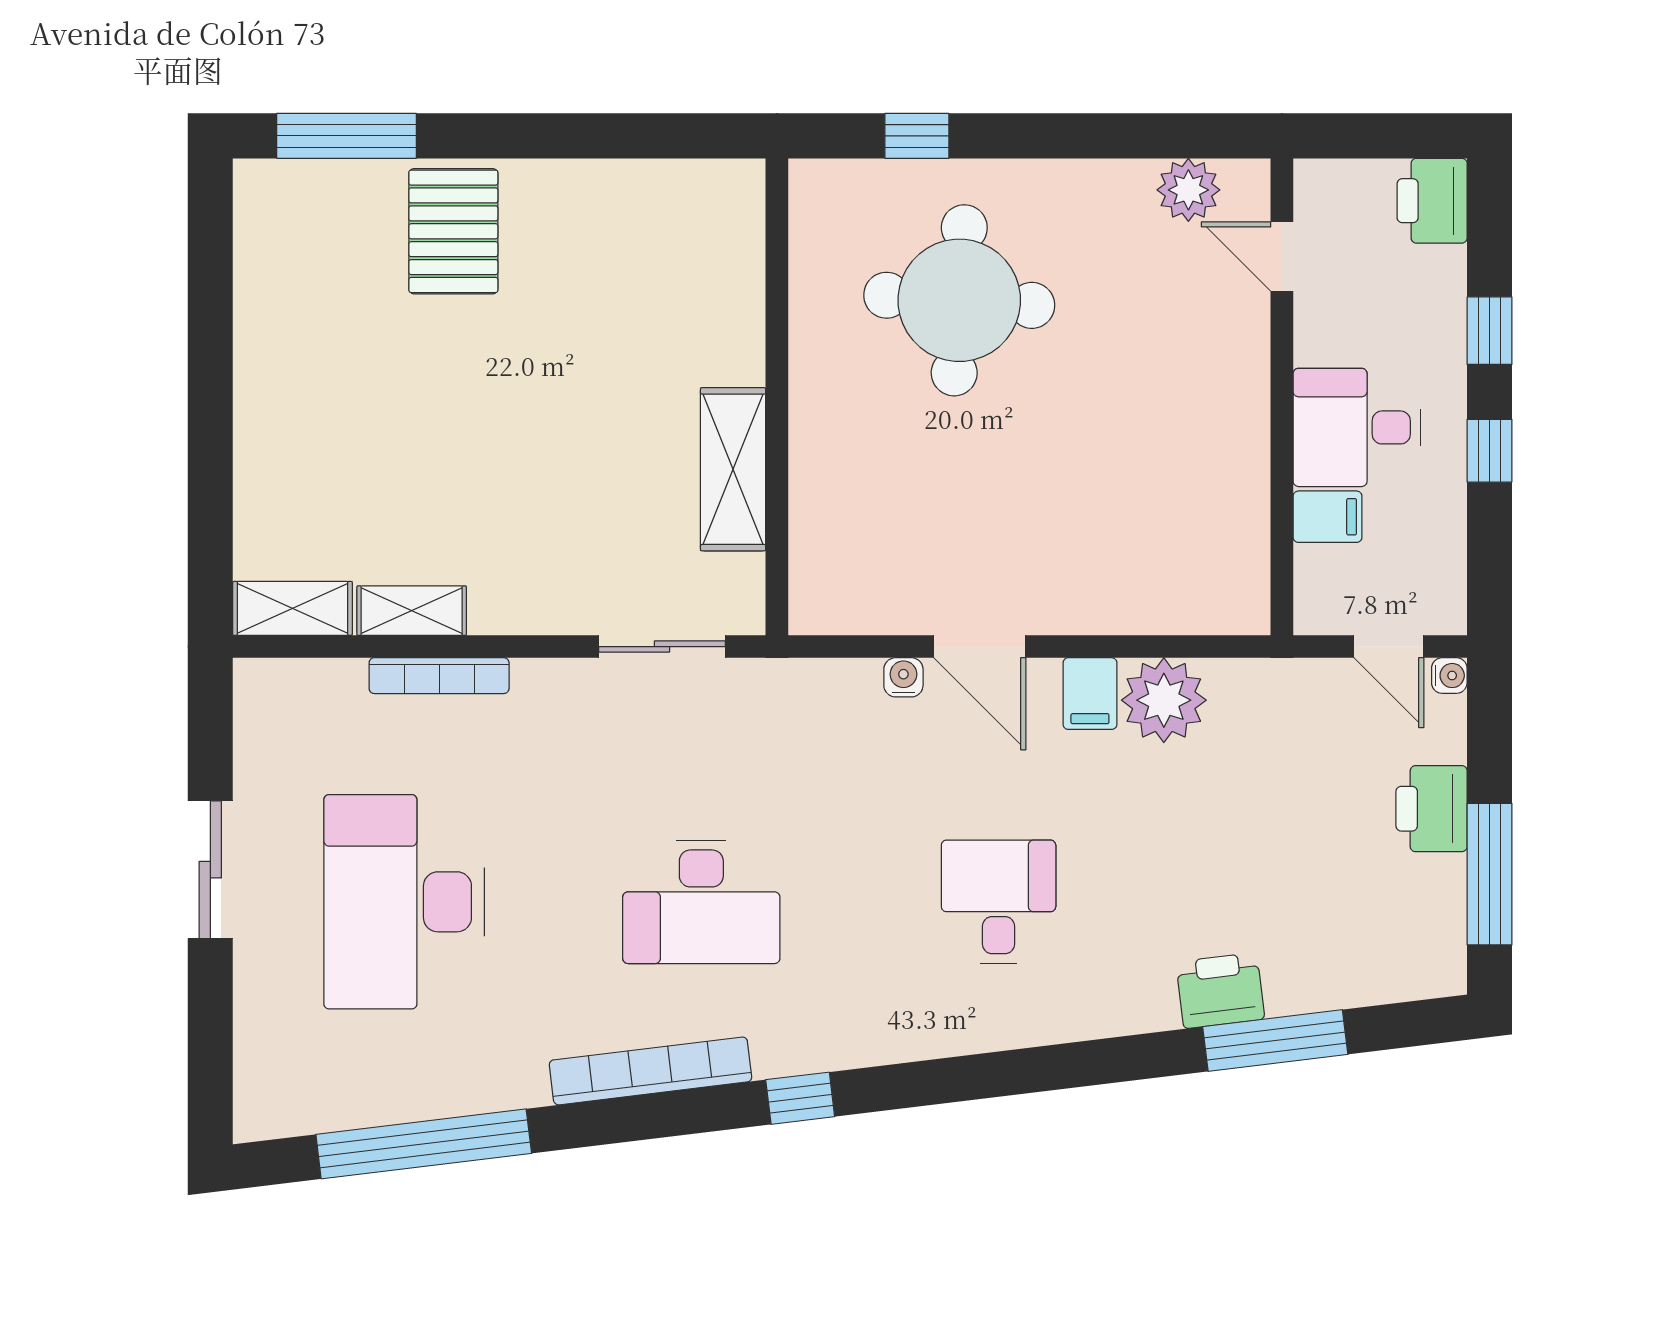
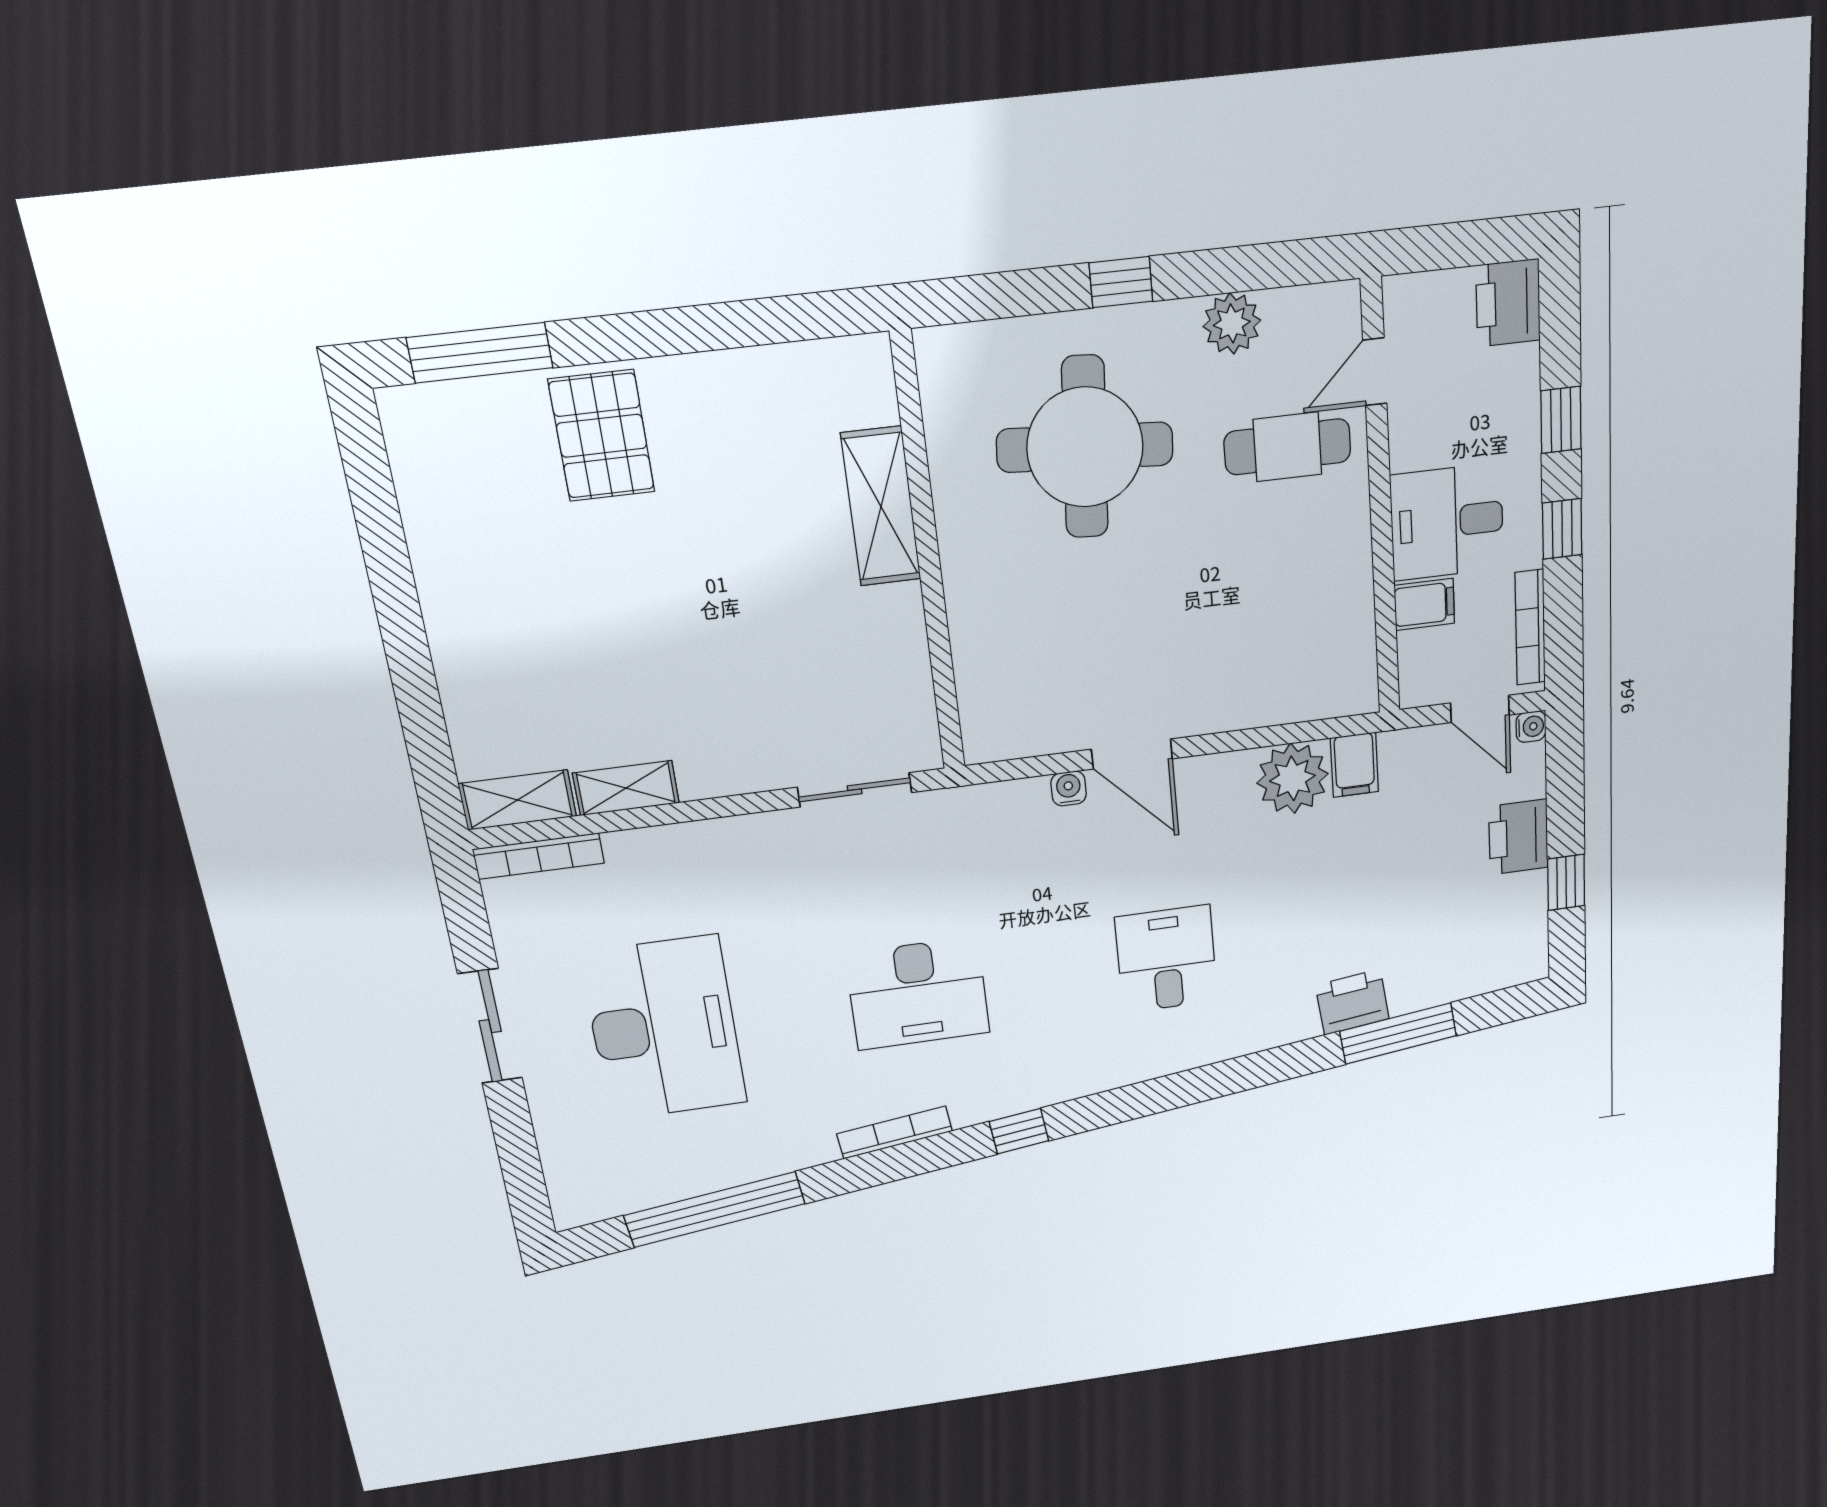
window: (917, 136) -> (1121, 282), moved
plant: (1188, 190) -> (1232, 323), moved
door: (1282, 257) -> (1375, 372), hinge flipped
cafe table: (1181, 325) -> (1287, 447), added
shelving: (733, 469) -> (881, 507), moved
bookcase: (1450, 558) -> (1530, 627), added
bookcase: (439, 676) -> (539, 856), moved
filing cabinet: (1090, 694) -> (1354, 765), moved
window: (1490, 874) -> (1566, 882), width x0.46
desk: (404, 902) -> (664, 1028), turned 180
bookcase: (650, 1071) -> (895, 1133), width x0.68, depth x0.76

